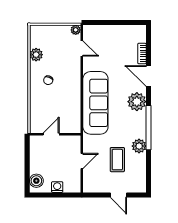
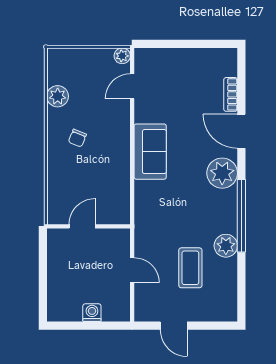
door: (82, 49) -> (132, 86), swing flipped
sofa: (95, 103) -> (150, 152), width x0.54, depth x0.79
door: (82, 161) -> (132, 270), hinge flipped
boiler: (36, 181) -> (58, 302), removed
door: (118, 195) -> (174, 326), moved

